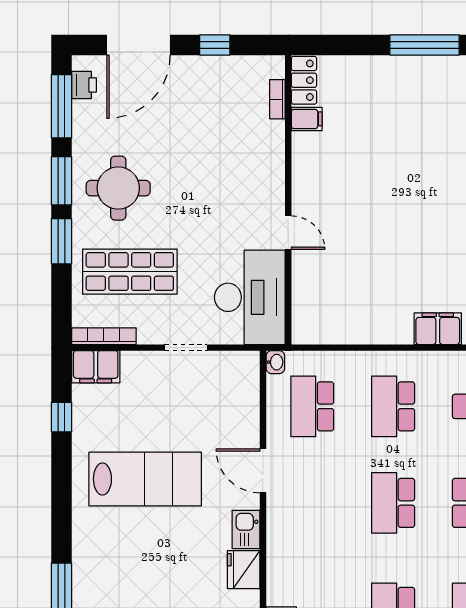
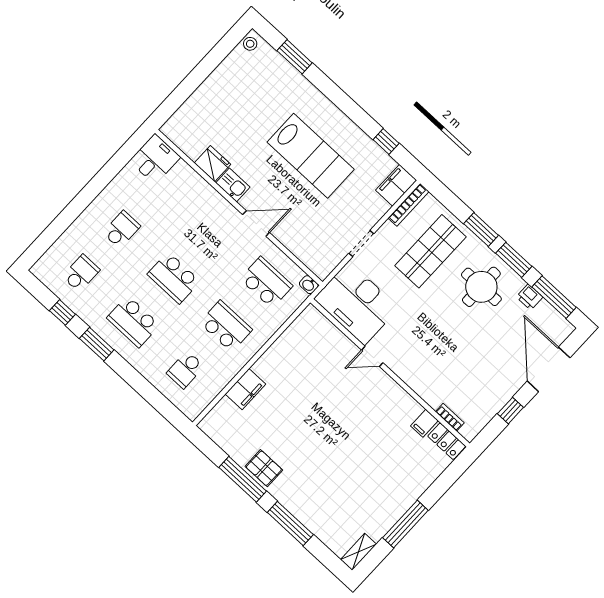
printer: (84, 85) -> (529, 297), moved
lab bench: (145, 479) -> (311, 156), turned -90
school desk: (393, 503) -> (174, 278), turned 180

